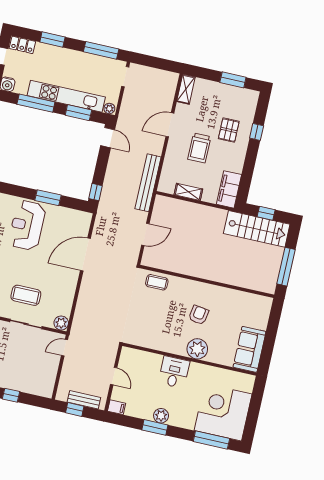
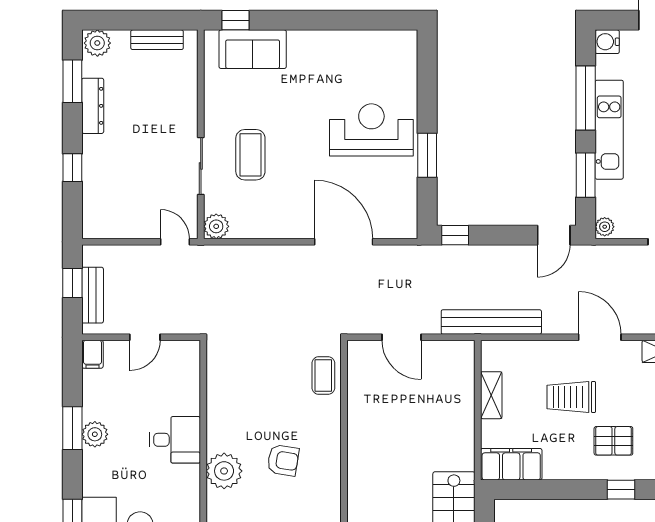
kitchen unit: (66, 96) -> (609, 130), width x0.73

